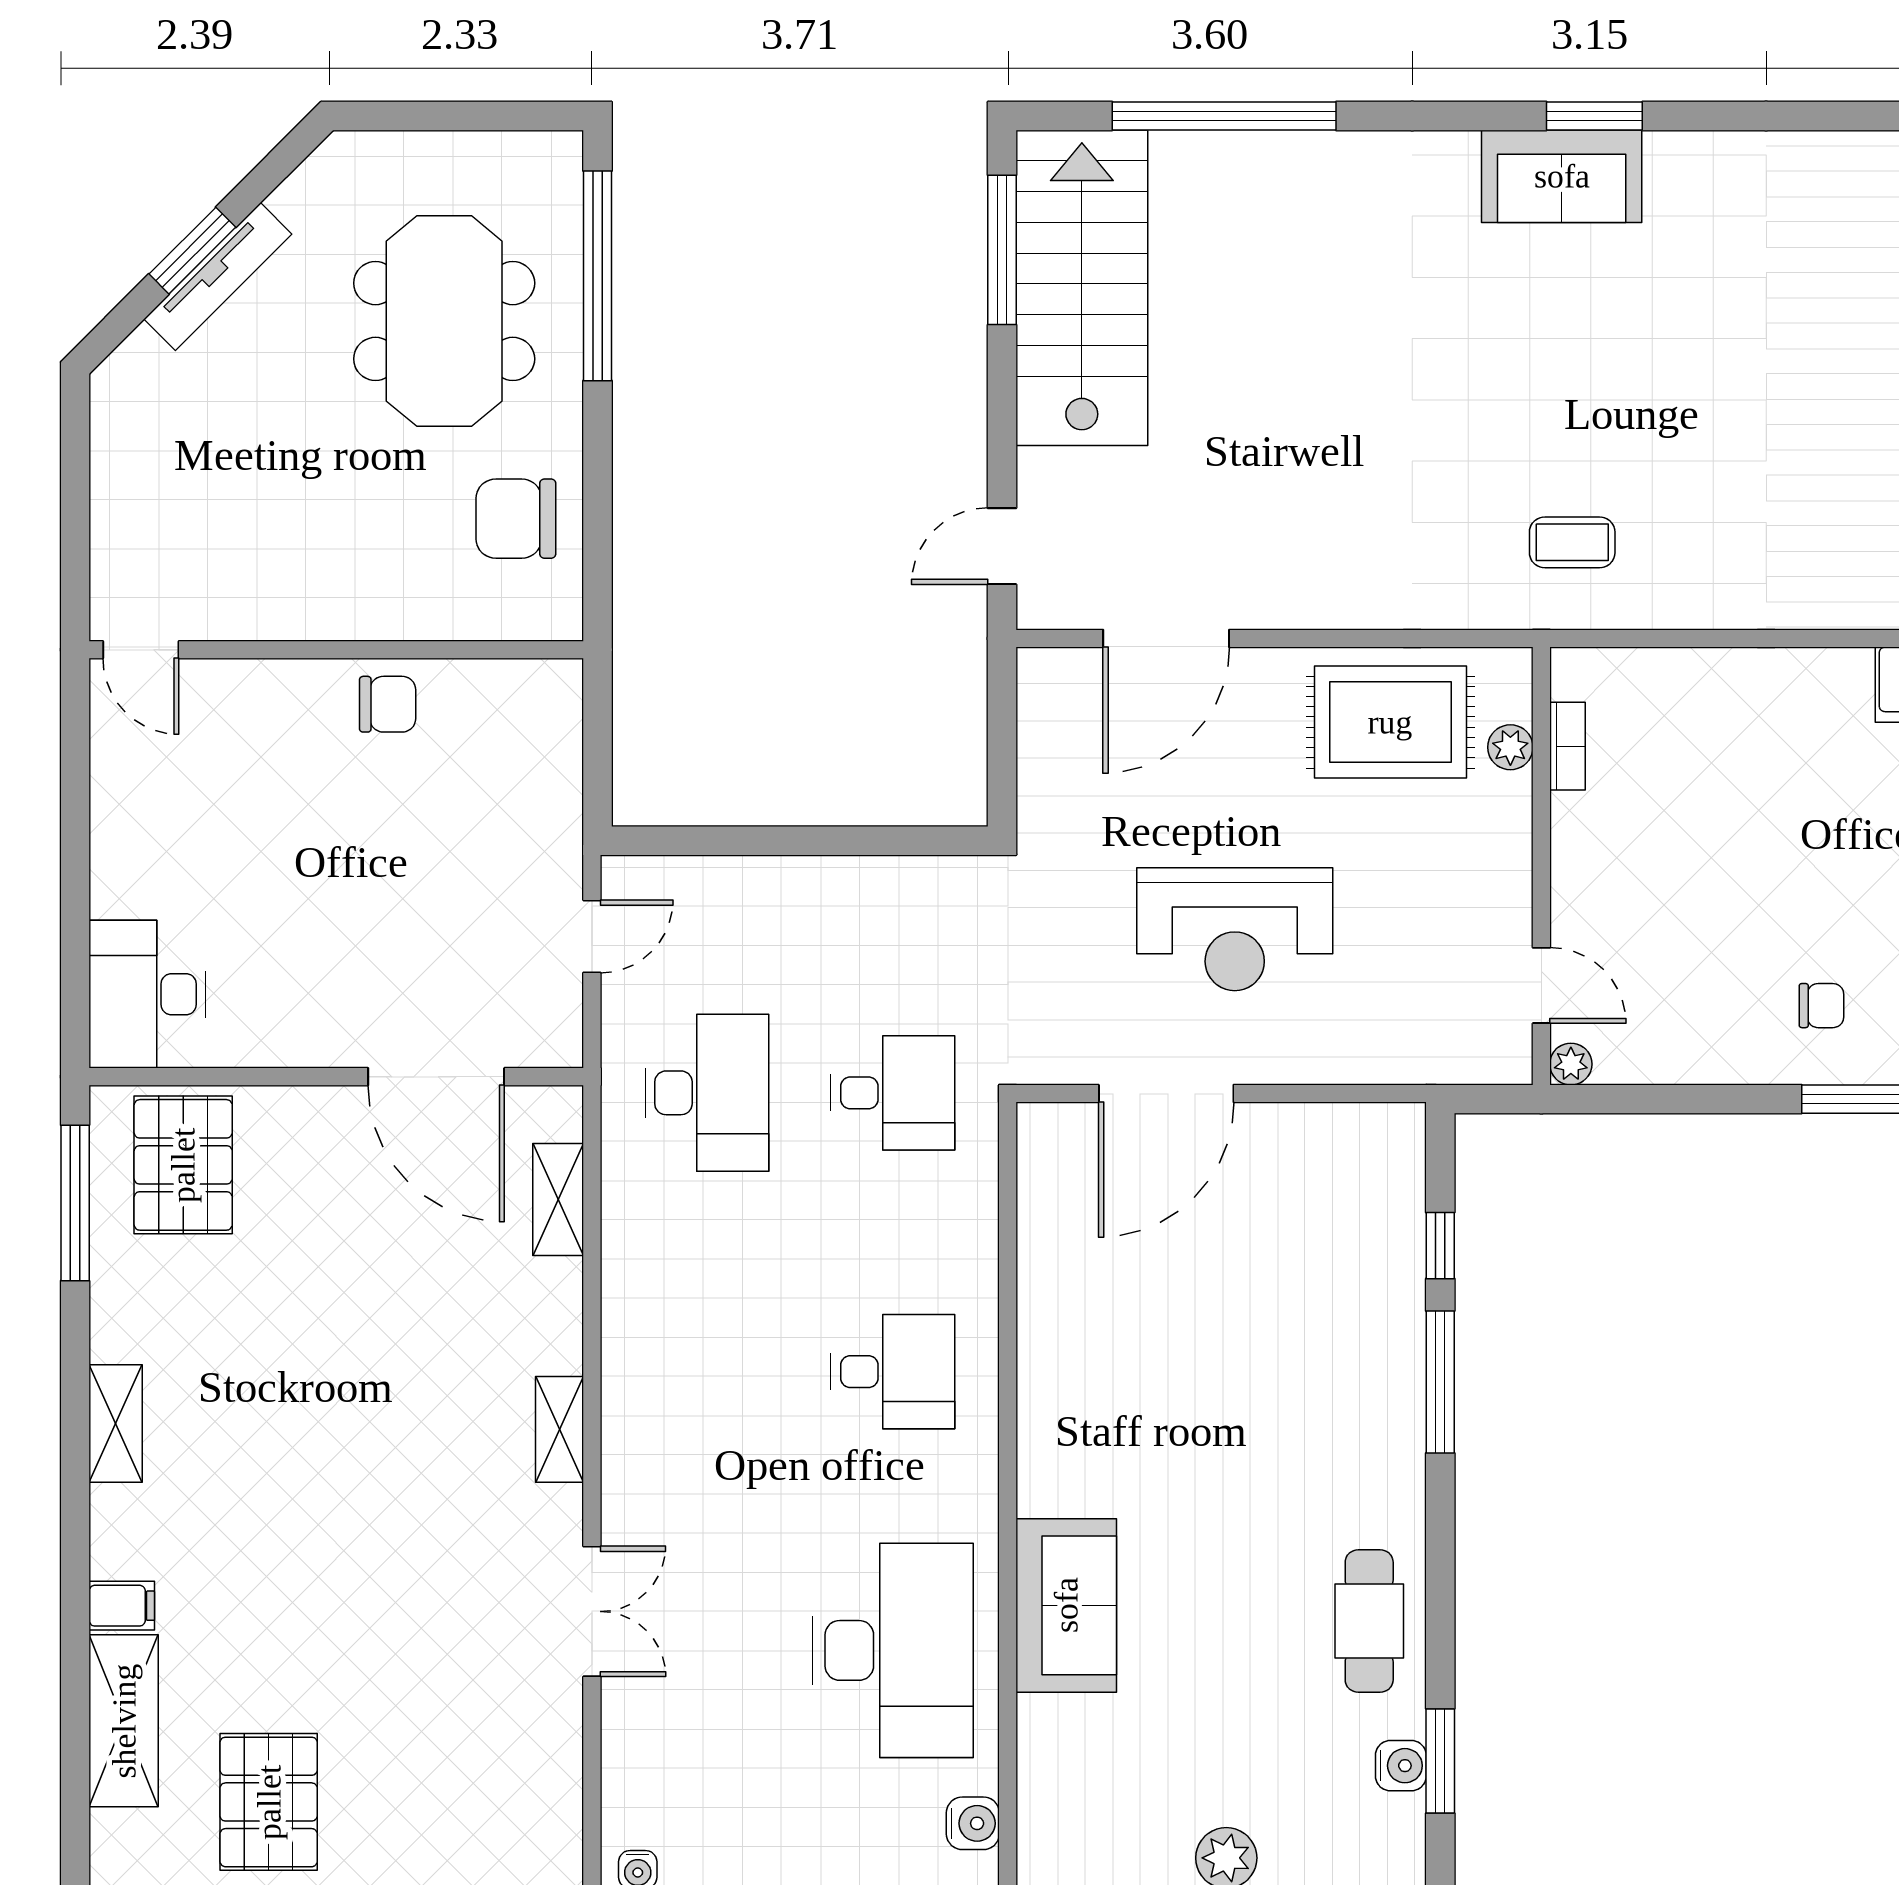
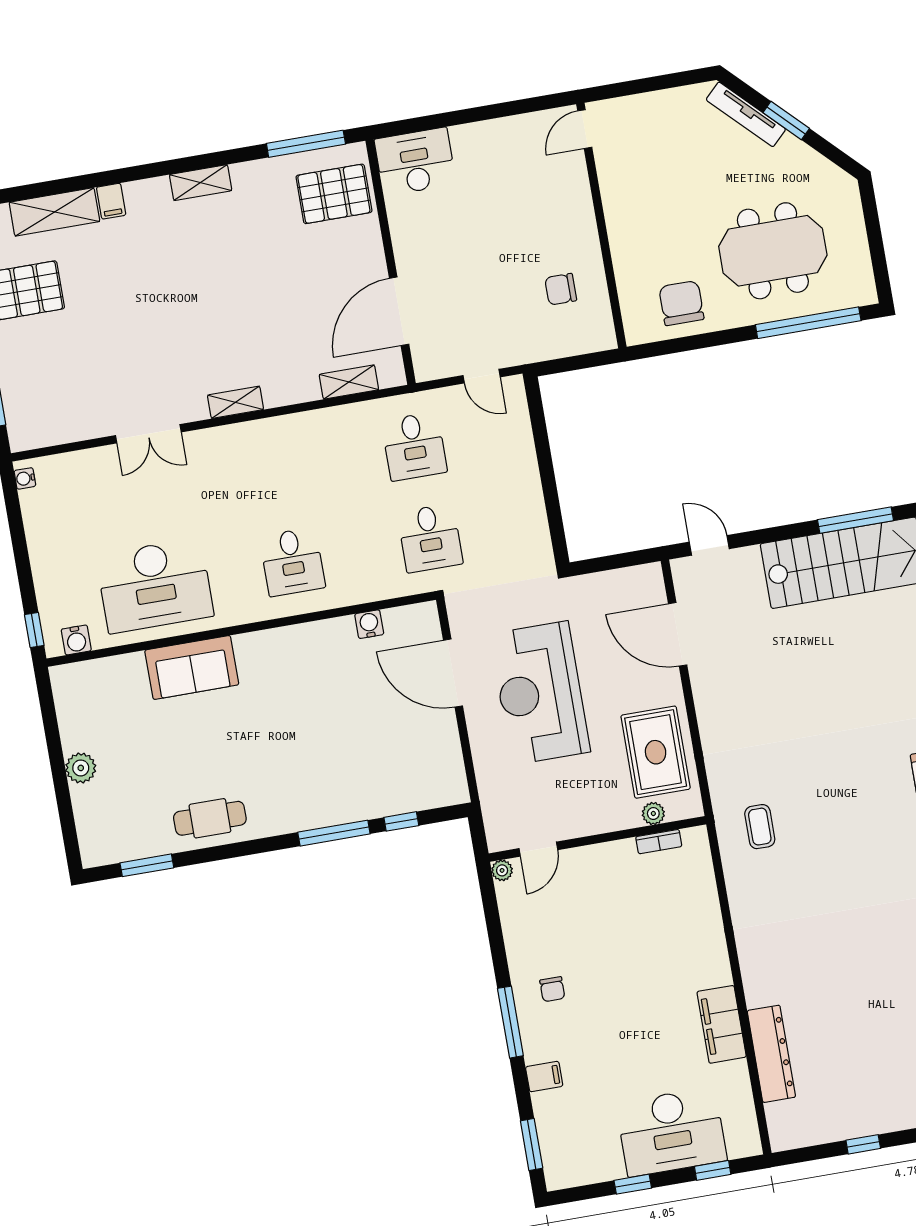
tv unit: (218, 277) -> (746, 114), moved
chair: (388, 704) -> (561, 289), moved, turned 90
reception desk: (1235, 929) -> (540, 693), width x1.36, depth x1.30
desk: (707, 1093) -> (414, 446), width x0.73
water cooler: (1401, 1766) -> (369, 624), moved, turned 180

